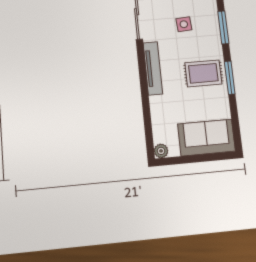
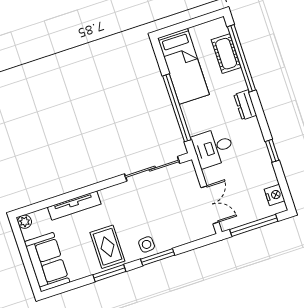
side table: (184, 24) -> (147, 244), moved
tv unit: (153, 68) -> (74, 206), moved

